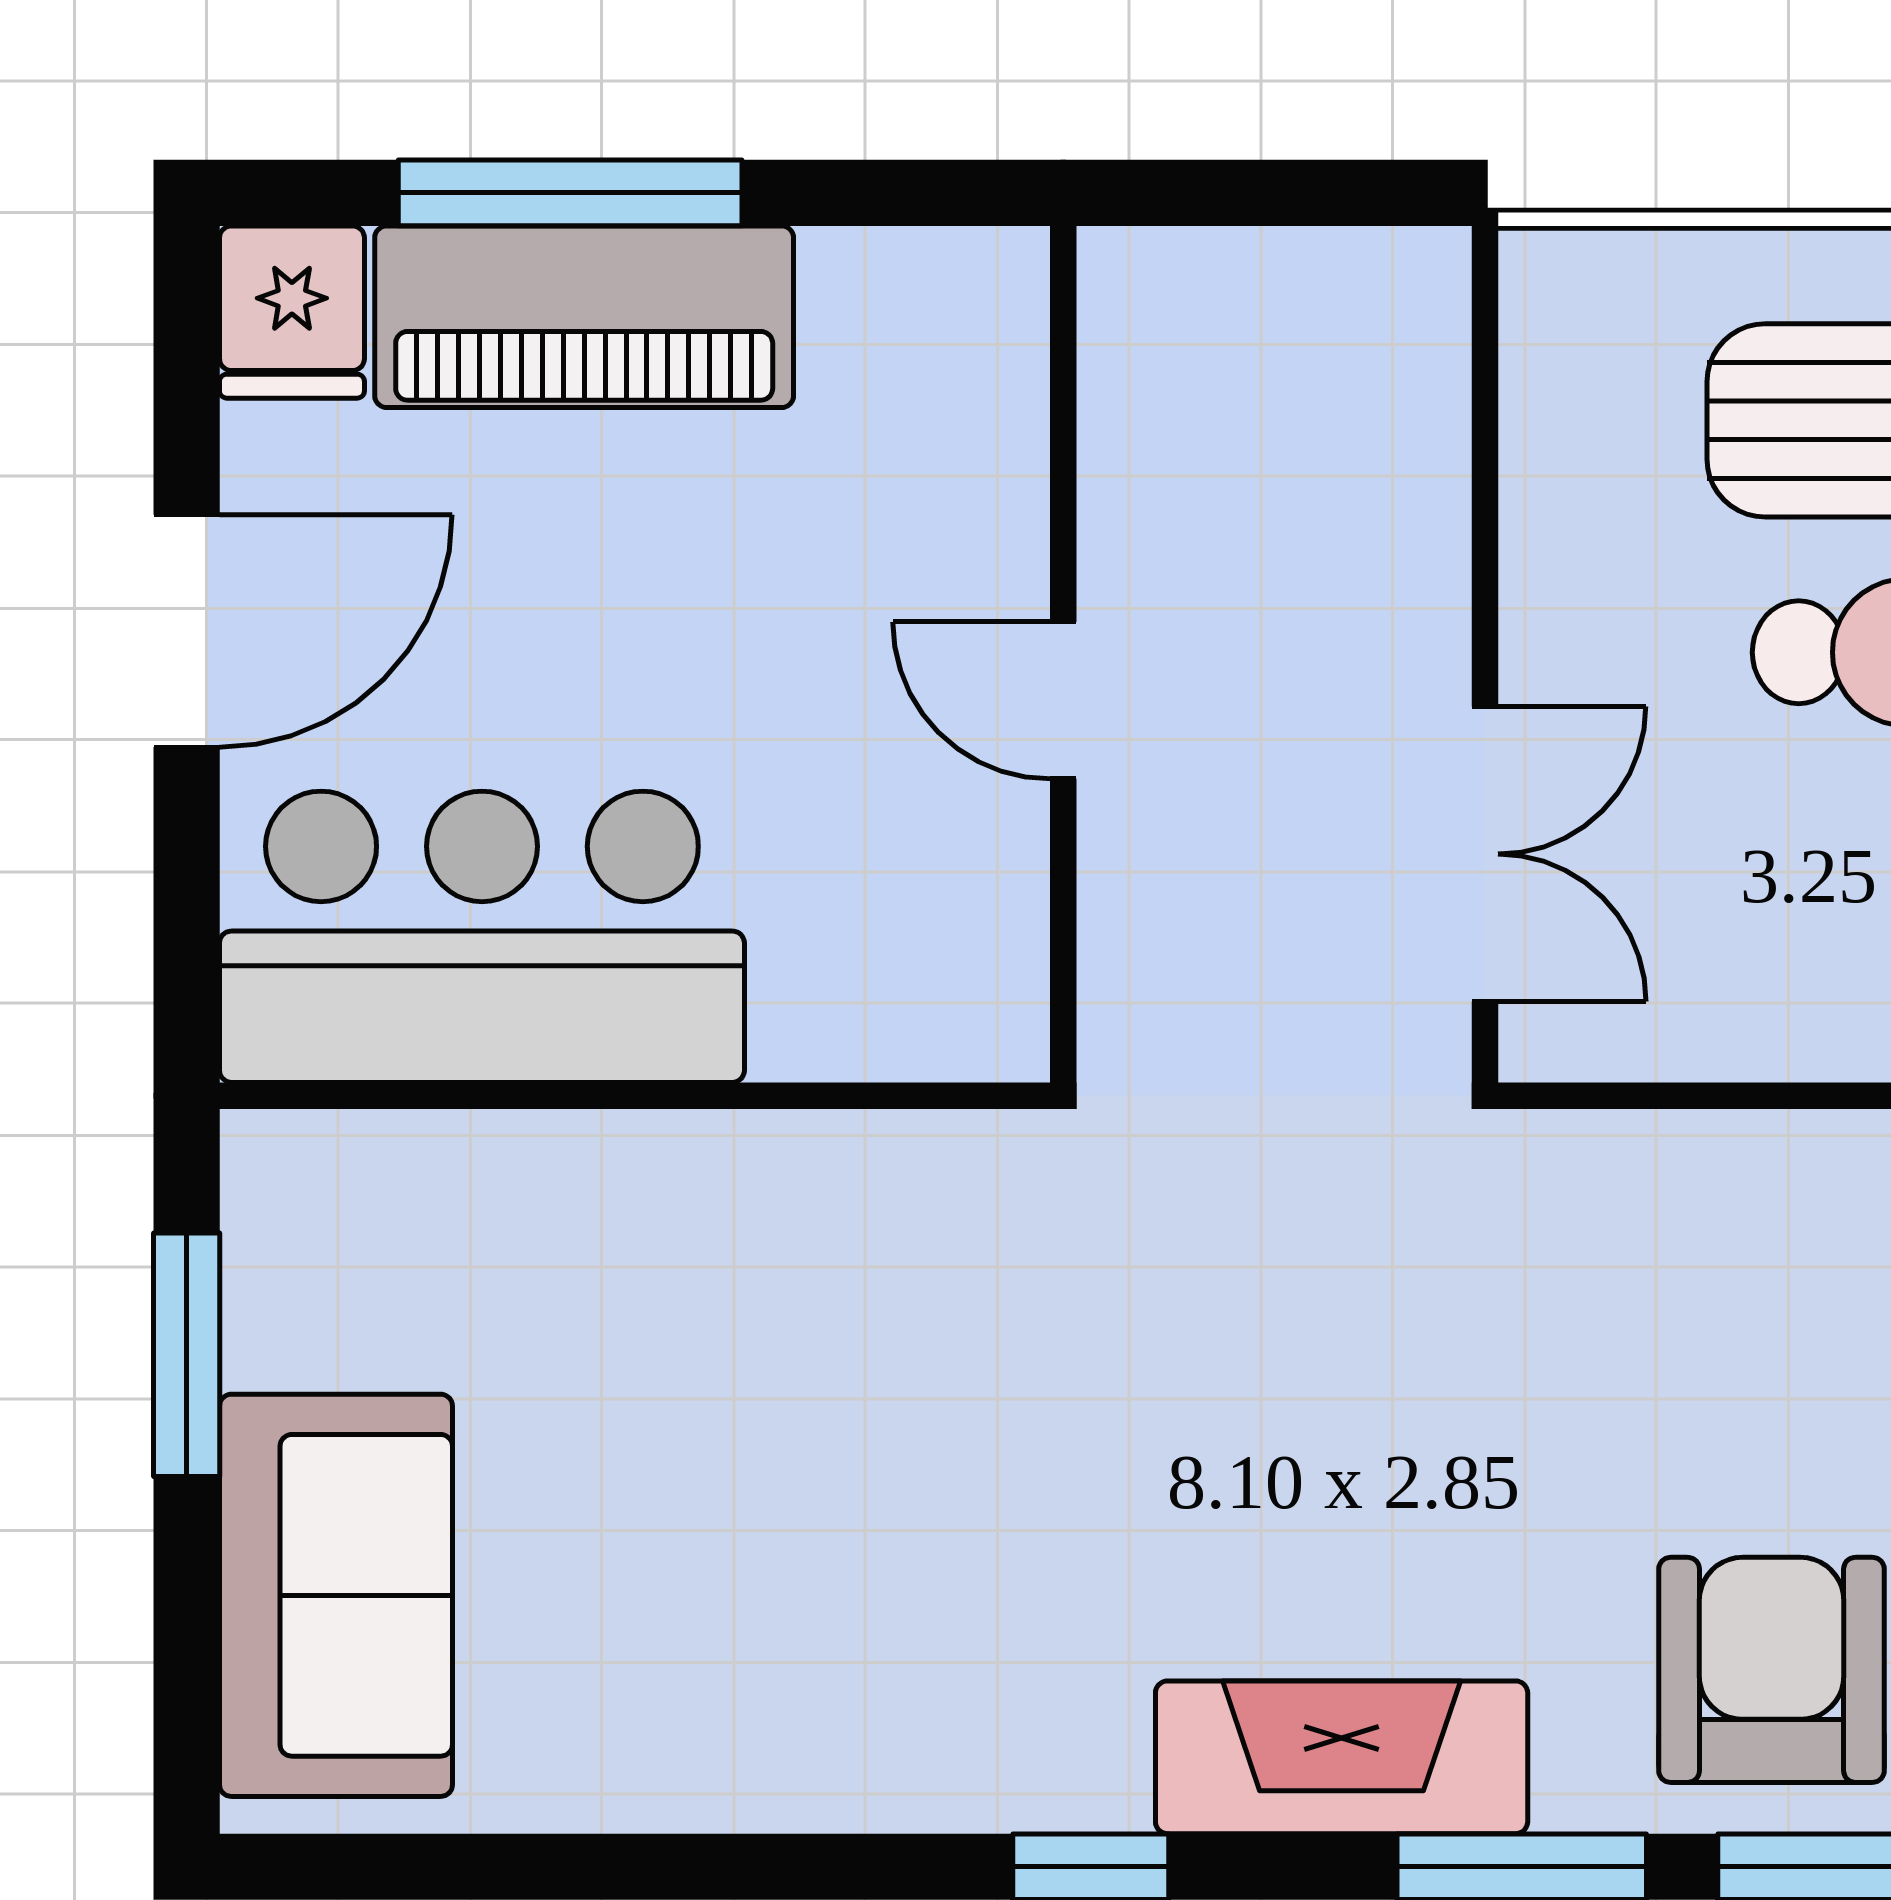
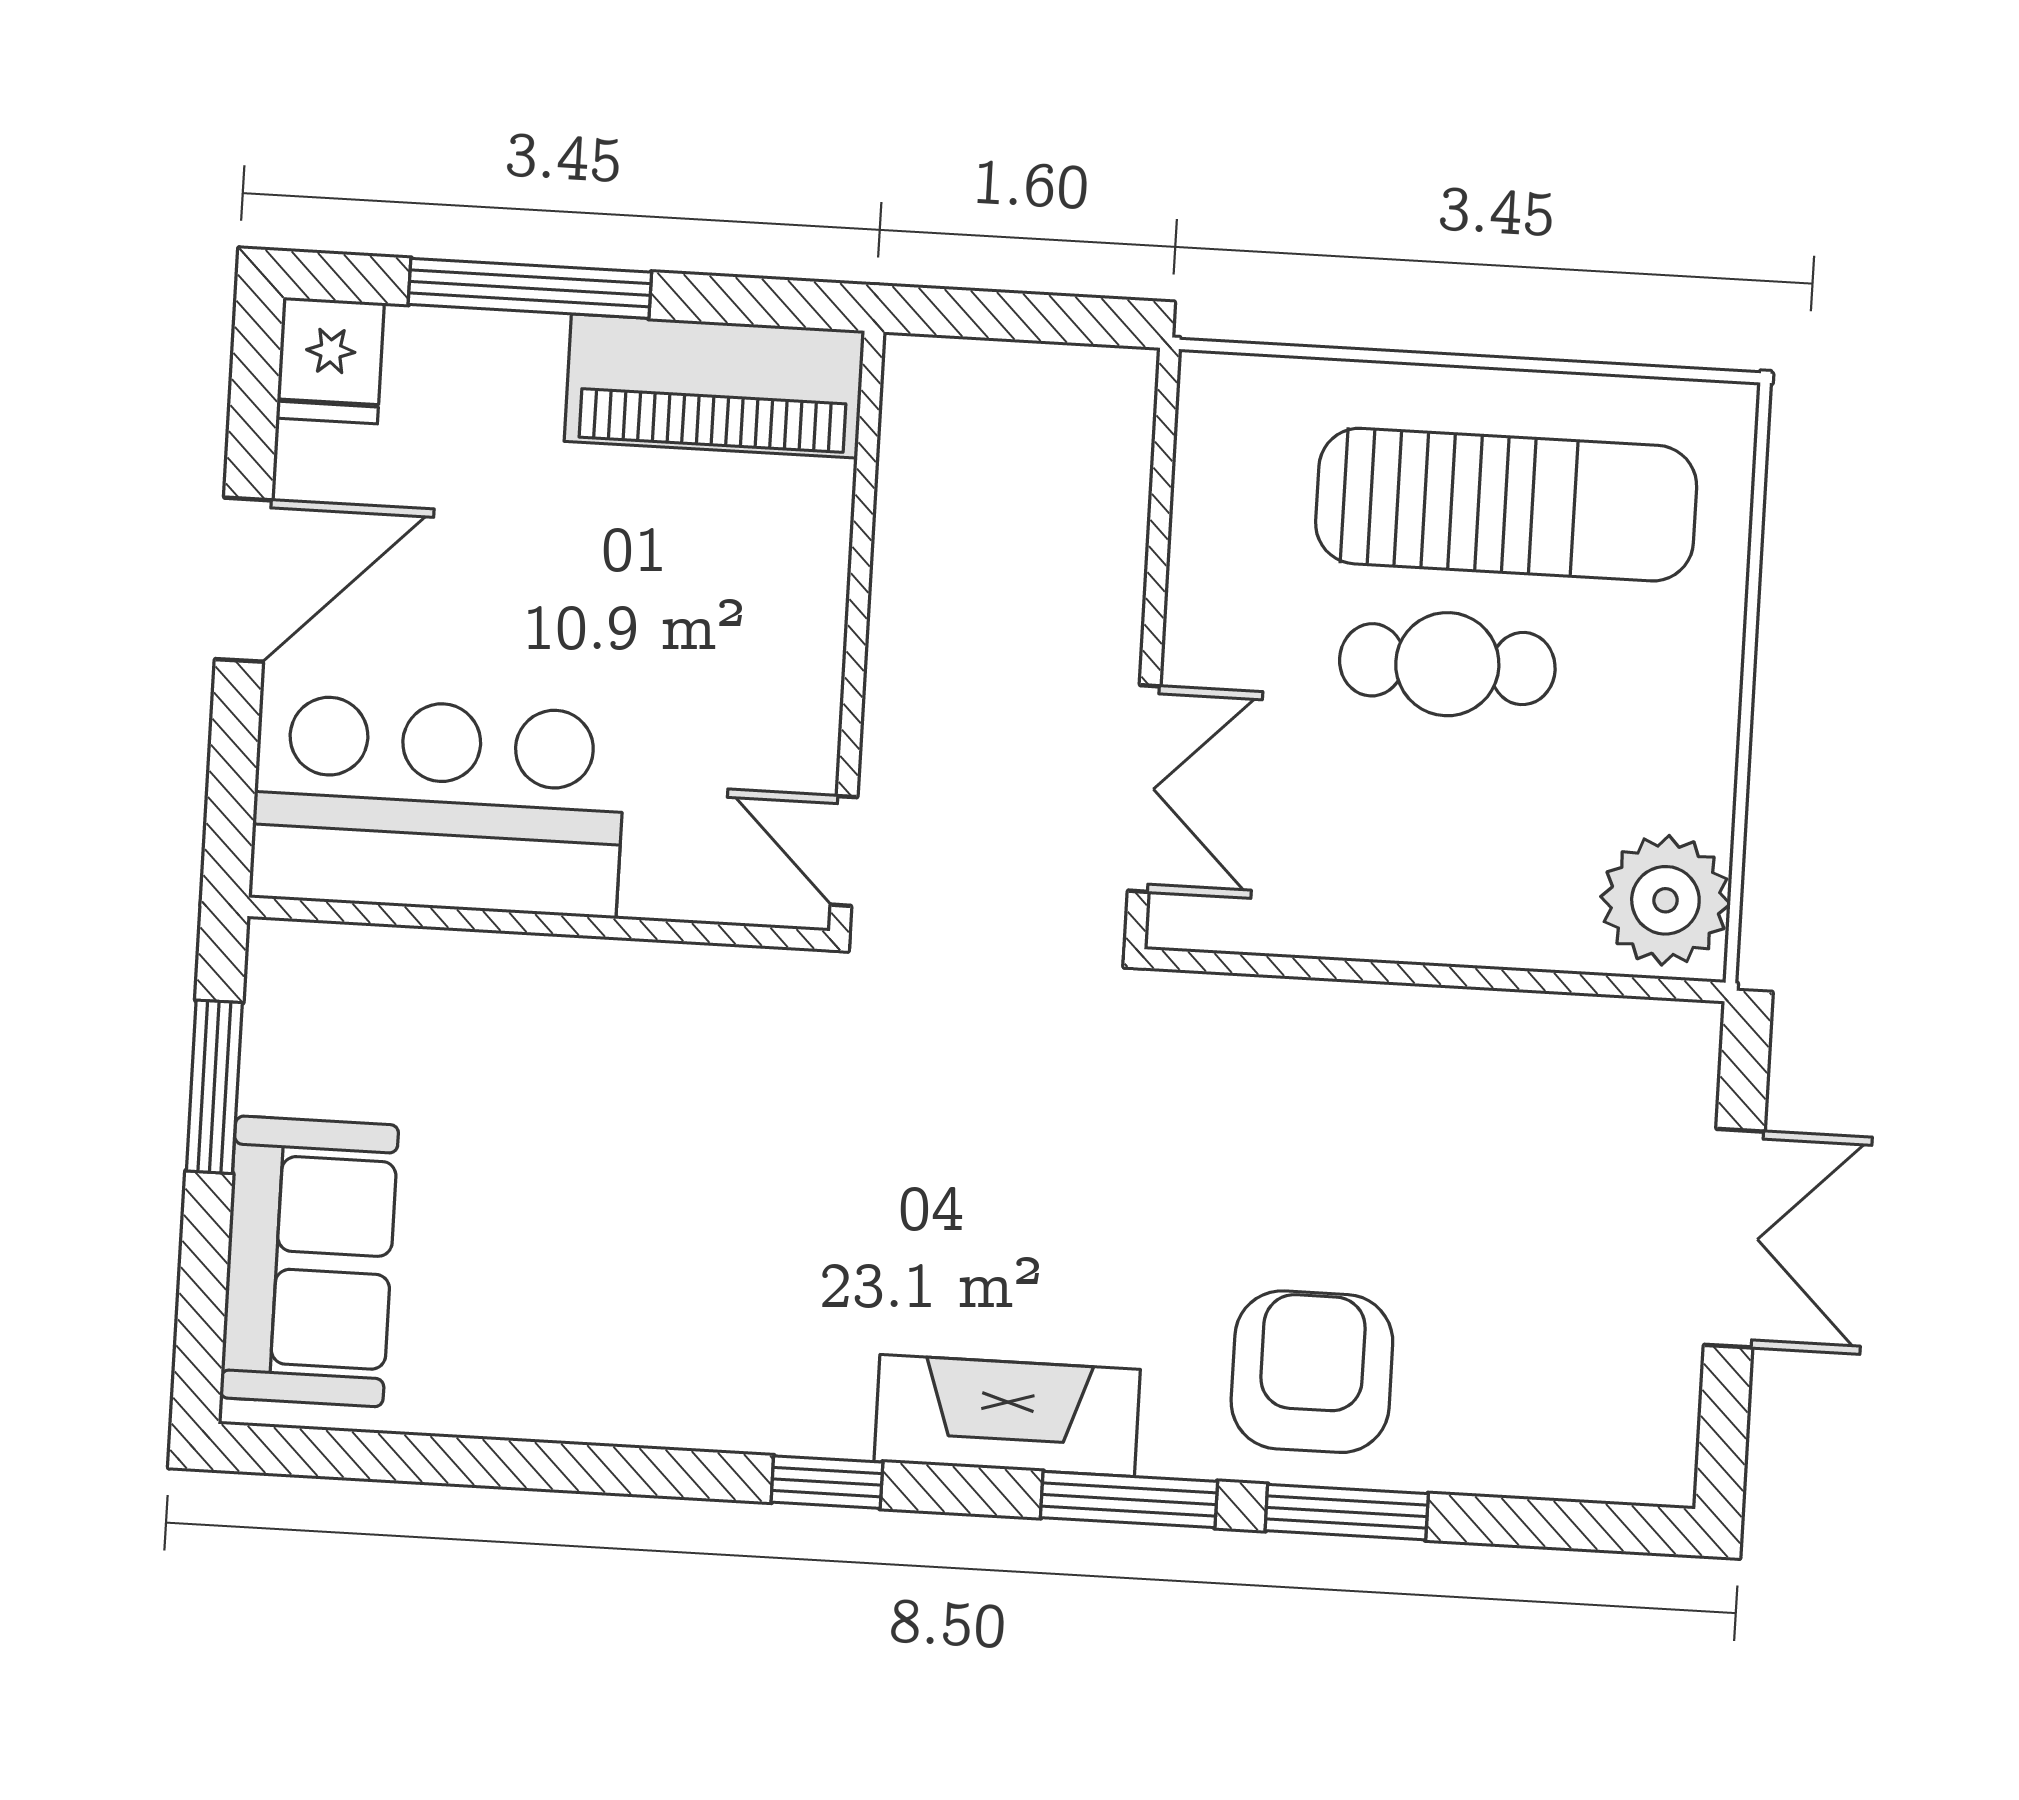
piano: (584, 317) -> (714, 386), moved
door: (1063, 700) -> (844, 851), moved

